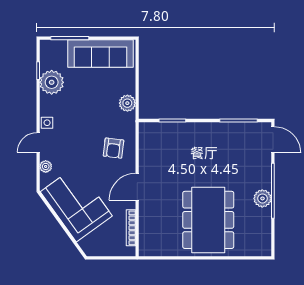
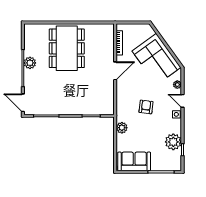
sofa: (101, 54) -> (134, 161), width x0.73
door: (38, 143) -> (183, 101), swing flipped
armchair: (114, 148) -> (146, 107), moved

